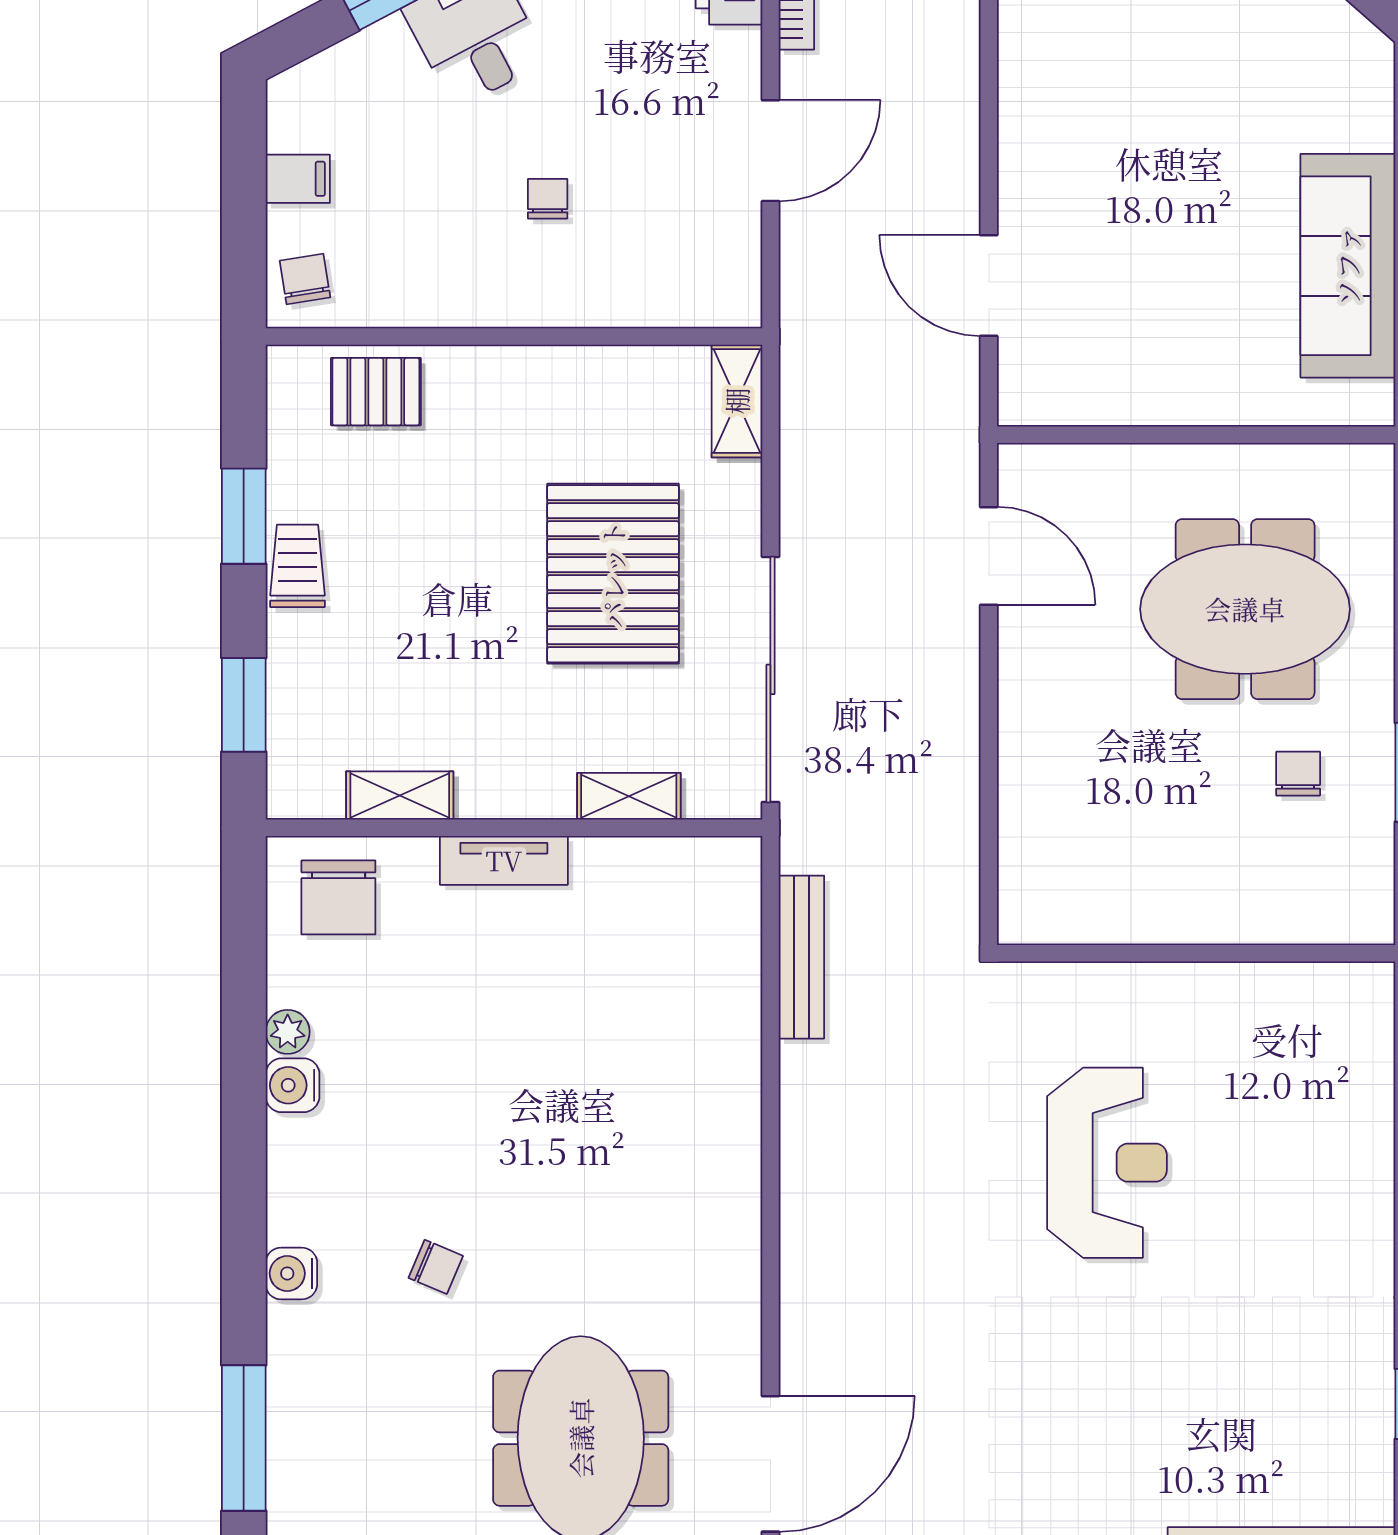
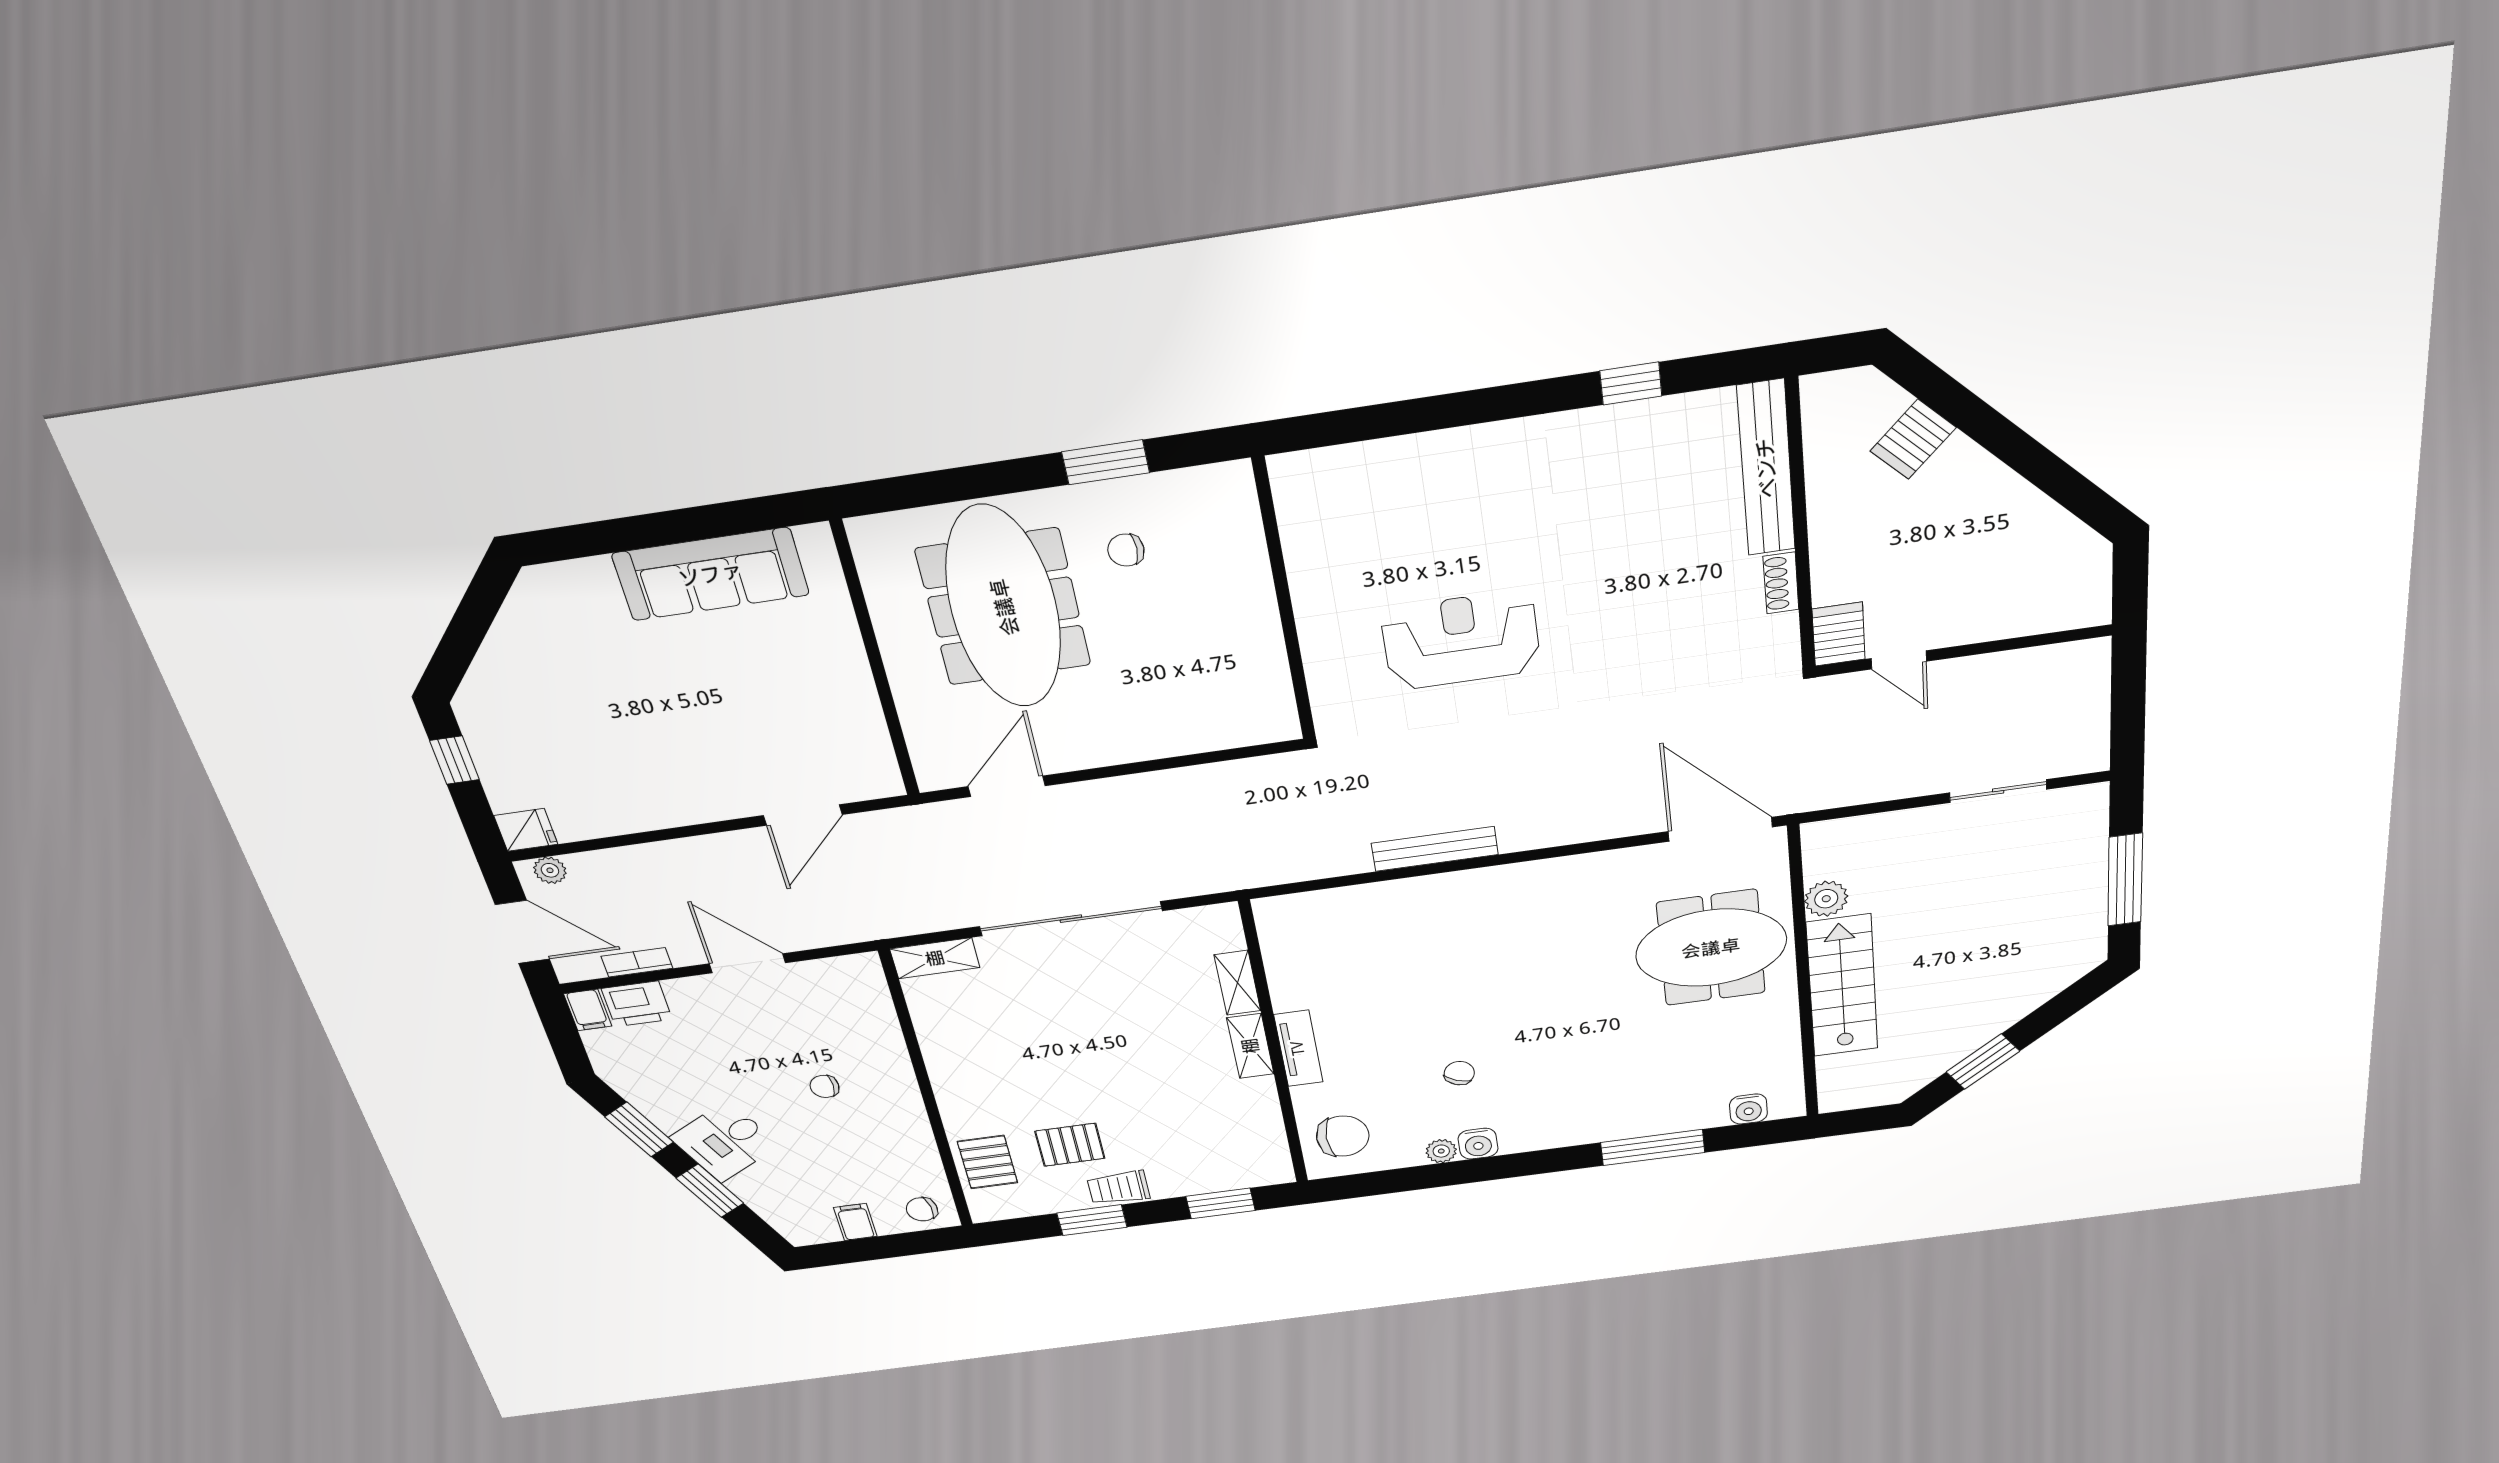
pallet: (613, 574) -> (1070, 1145), moved, width x0.49, depth x0.50
meeting table: (1245, 609) -> (1004, 607), width x1.36
sliding door: (770, 679) -> (1071, 919), moved
shelving: (400, 795) -> (1250, 1046), moved
bench: (801, 957) -> (1435, 849), moved
chair: (436, 1267) -> (1459, 1073), moved
water cooler: (291, 1273) -> (1748, 1109), moved
window: (244, 1438) -> (1653, 1147), moved

